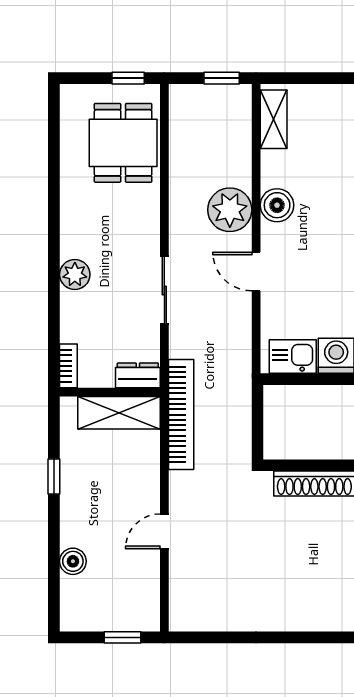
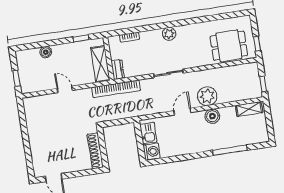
dresser: (138, 375) -> (118, 70), moved
wall: (110, 392) -> (109, 59), moved
shelving: (119, 413) -> (100, 64), moved

